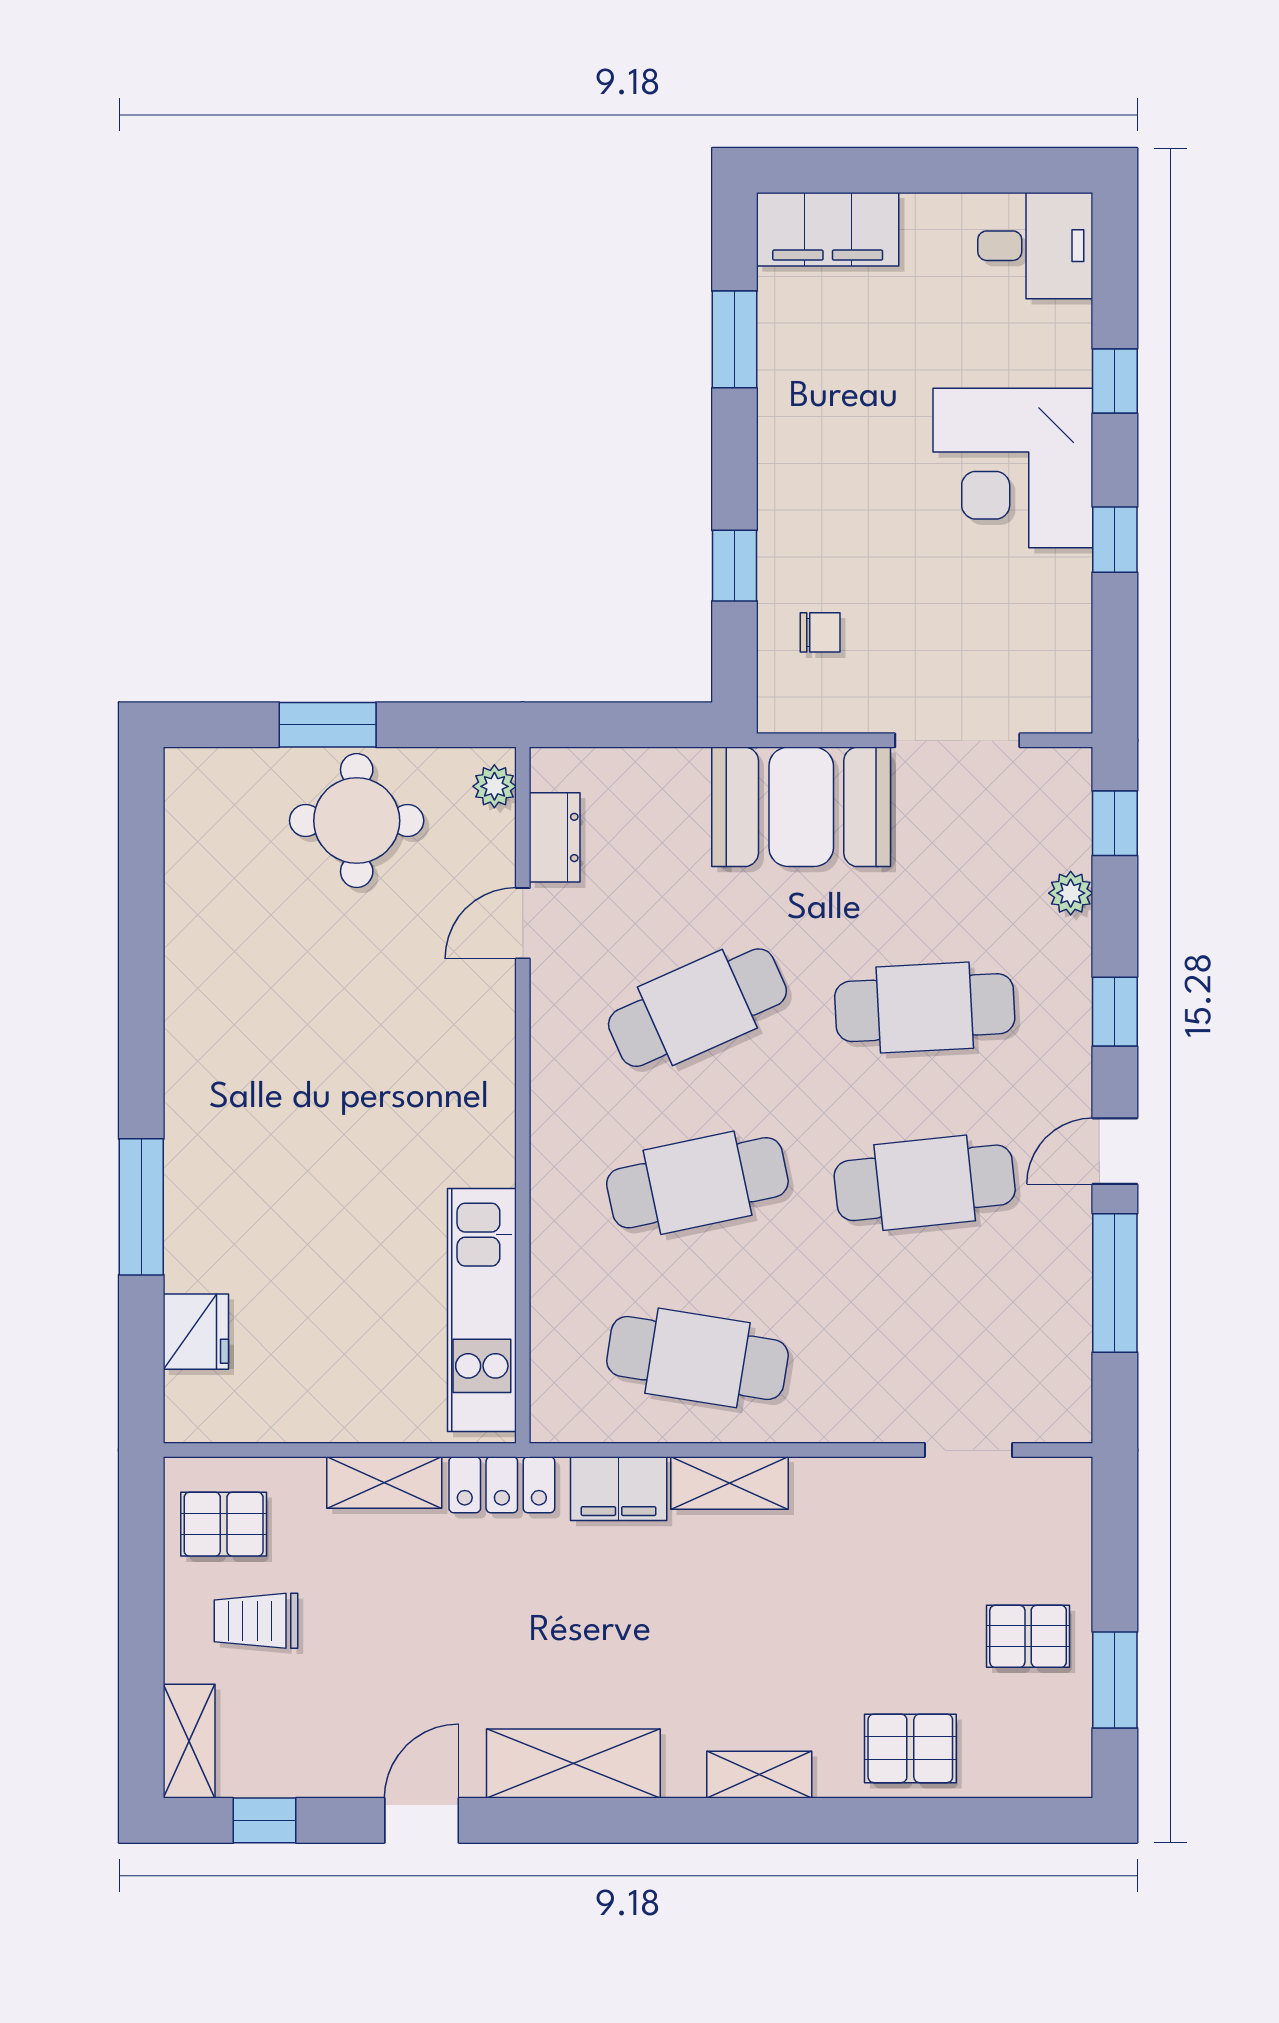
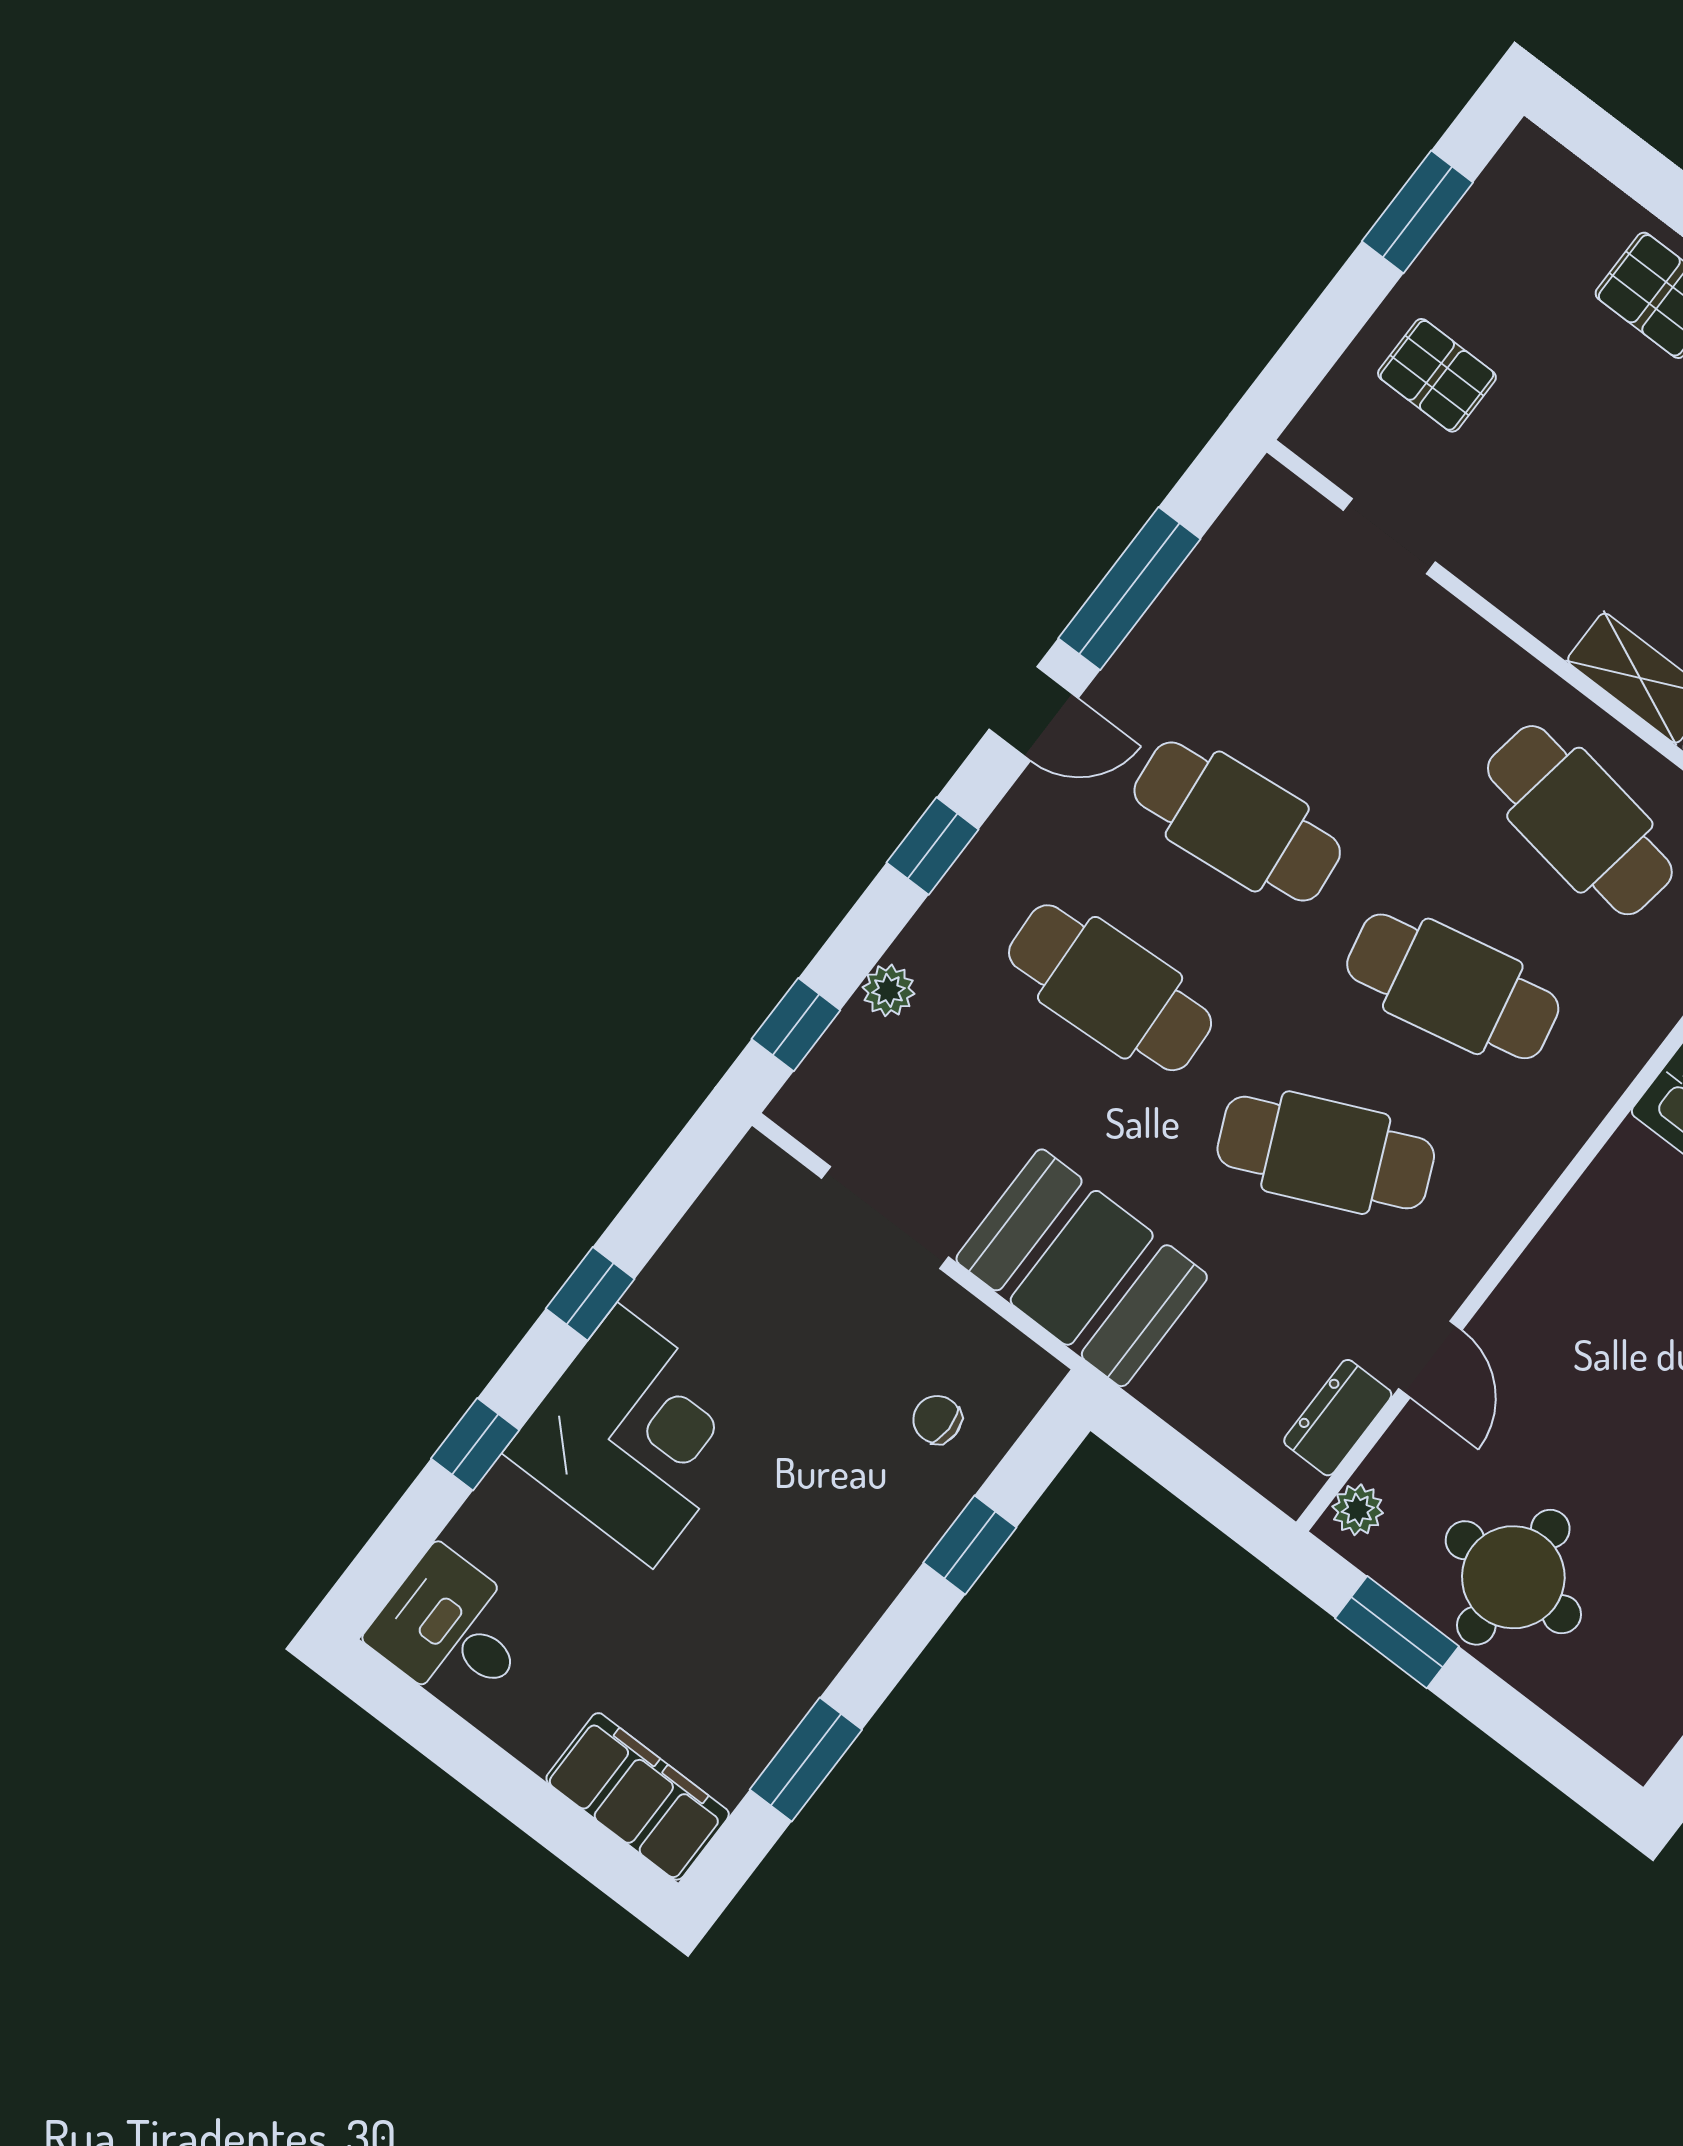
window: (328, 725) -> (1397, 1632), moved
door: (523, 923) -> (1430, 1359), hinge flipped
pallet: (1028, 1636) -> (1437, 375), moved

